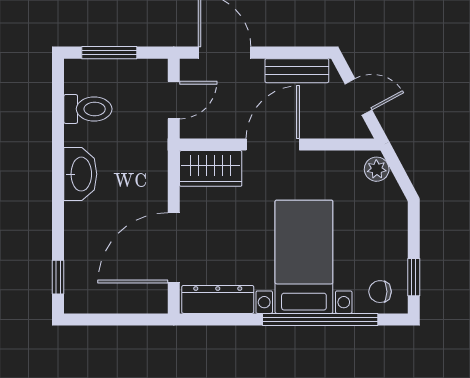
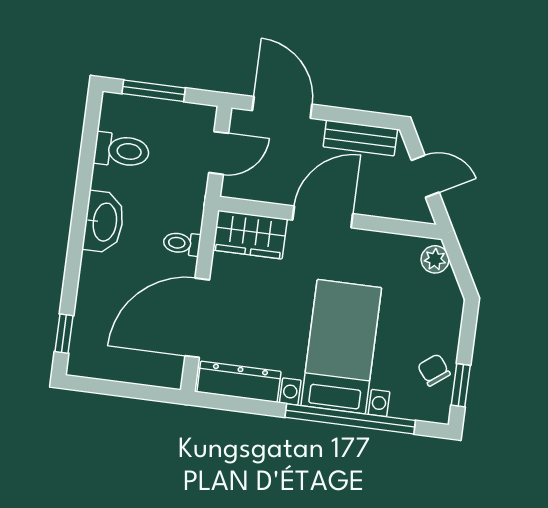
toilet: (152, 184) -> (182, 243), added
chair: (380, 292) -> (434, 370), moved, turned 53

